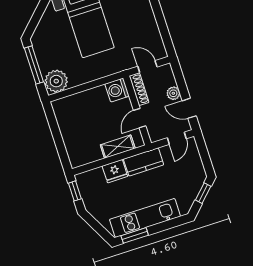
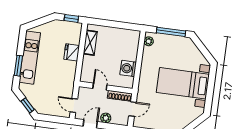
plant: (56, 81) -> (149, 41), width x0.53, depth x0.53
washing machine: (117, 90) -> (128, 68), moved, turned -90
shelving: (118, 147) -> (90, 43), moved
kitchen counter: (144, 162) -> (69, 75), removed
window: (135, 235) -> (18, 66), moved

